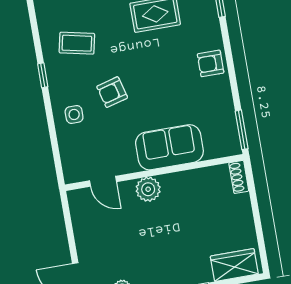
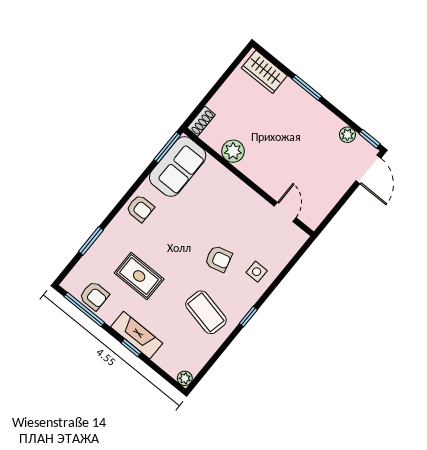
coffee table: (77, 43) -> (206, 312), width x1.36, depth x1.30
sofa: (169, 147) -> (178, 167), moved, turned -90
plant: (148, 189) -> (233, 151), moved

